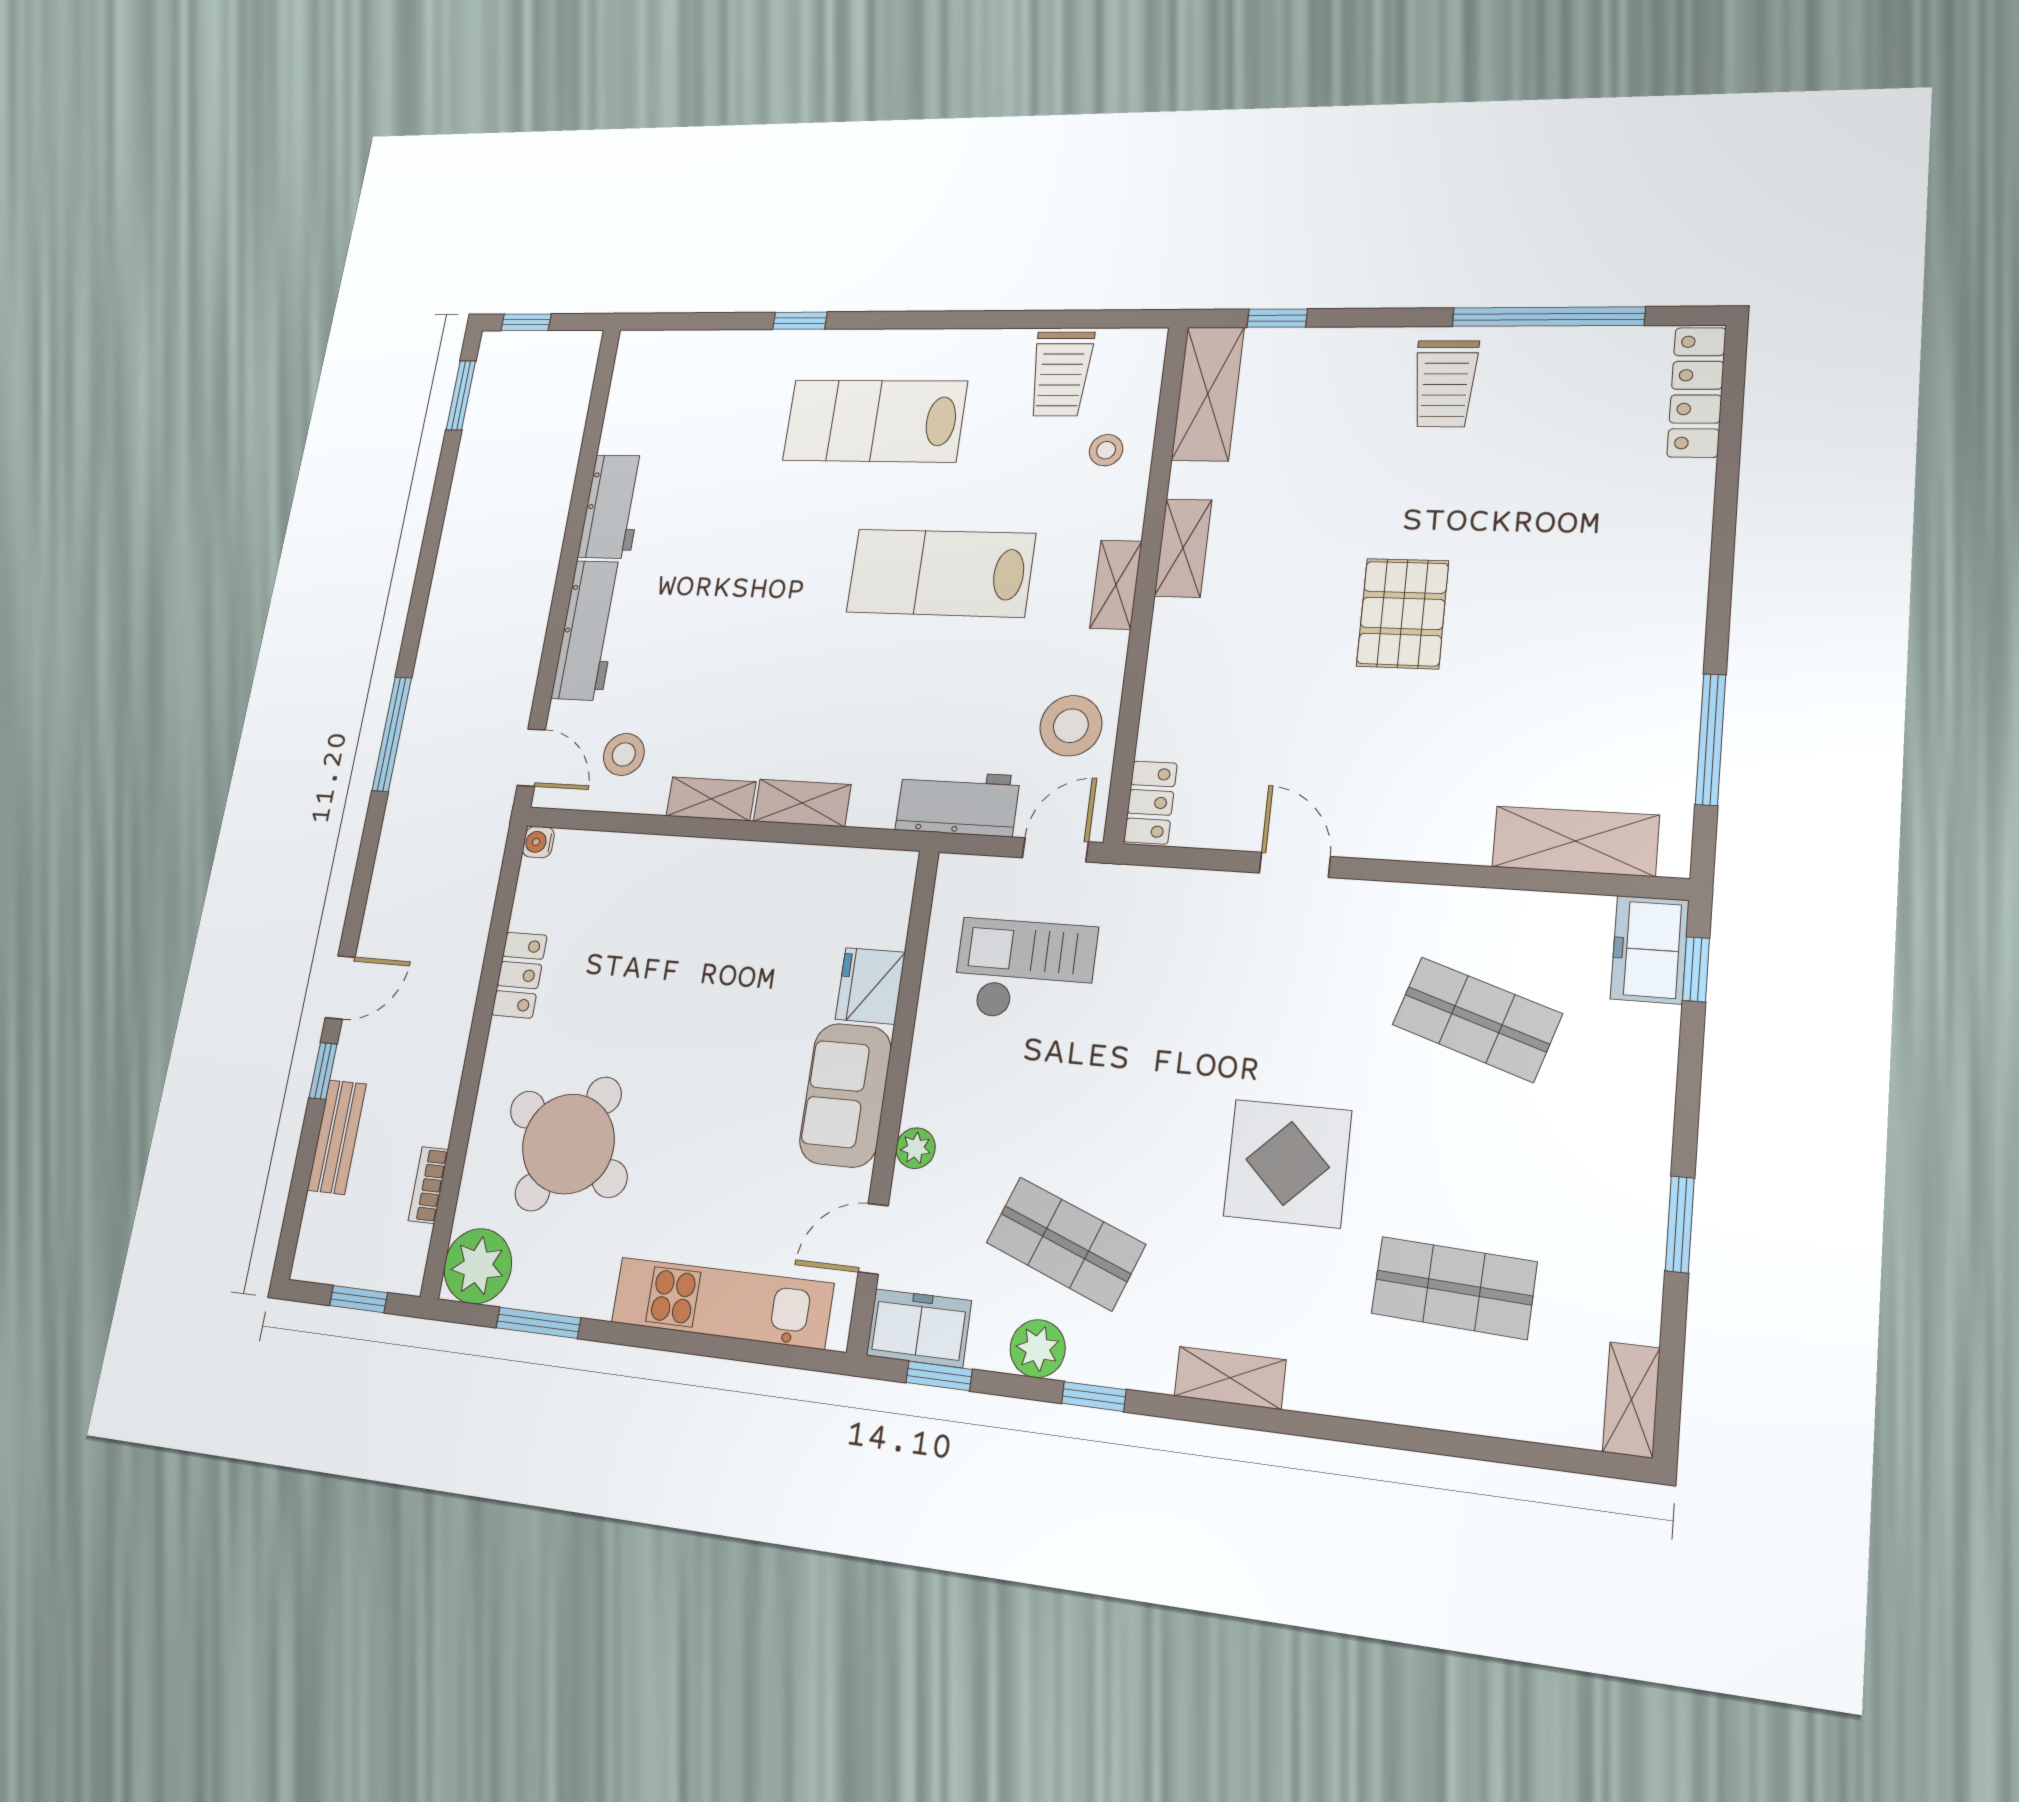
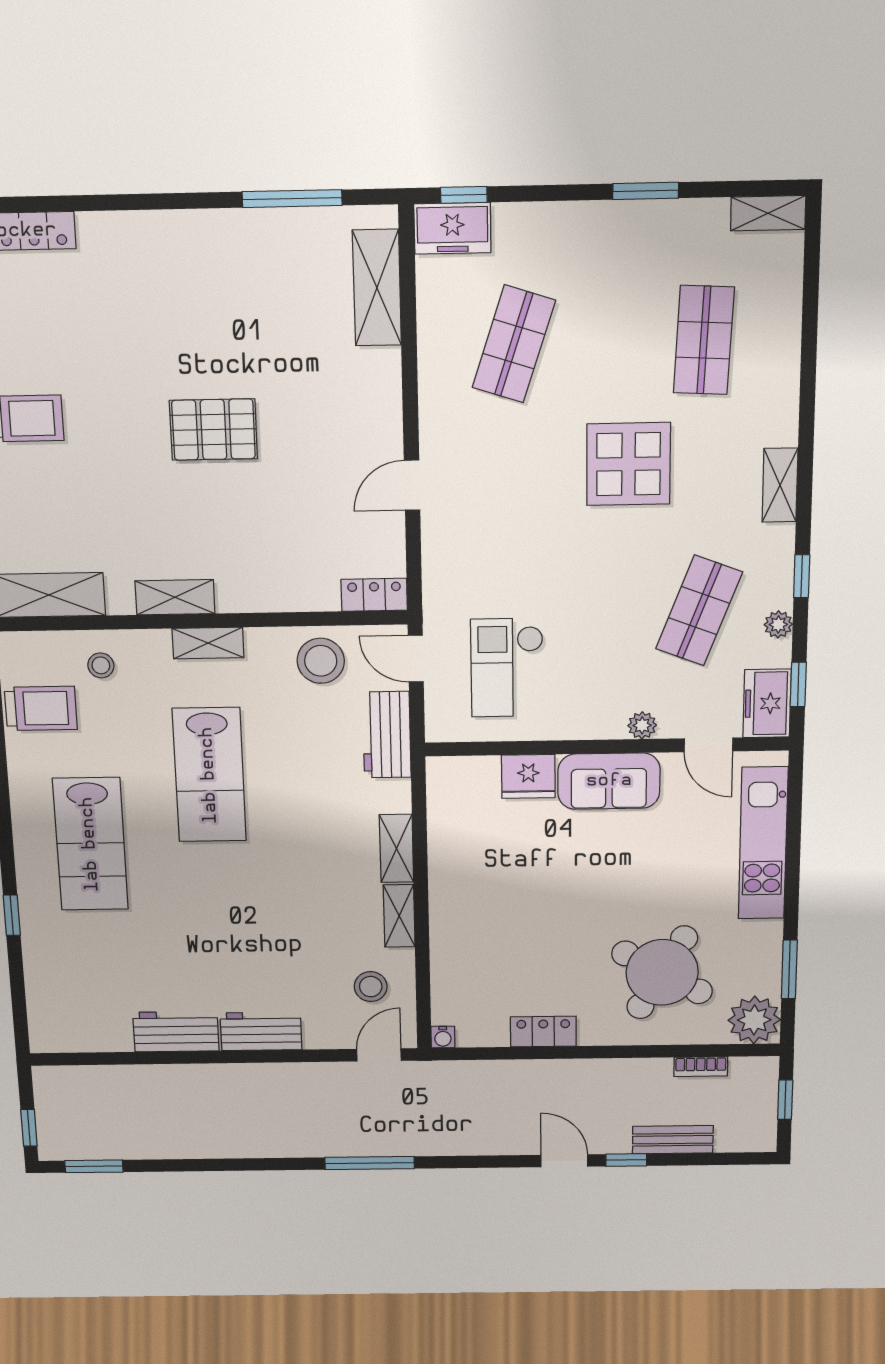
workbench: (589, 630) -> (261, 1031), width x0.73
plant: (1038, 1349) -> (778, 624), width x0.73, depth x0.73

